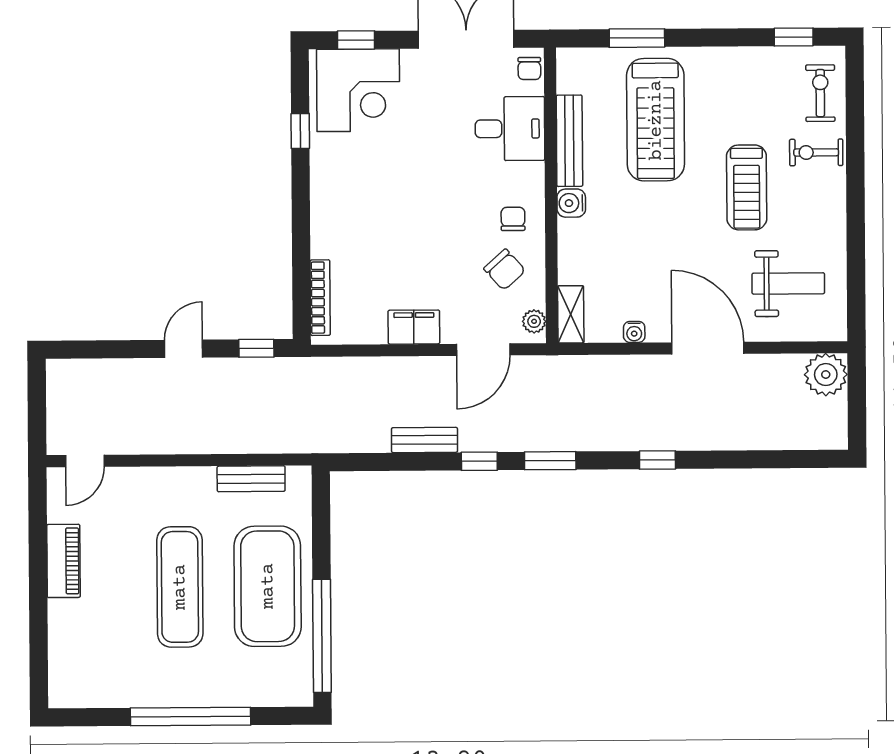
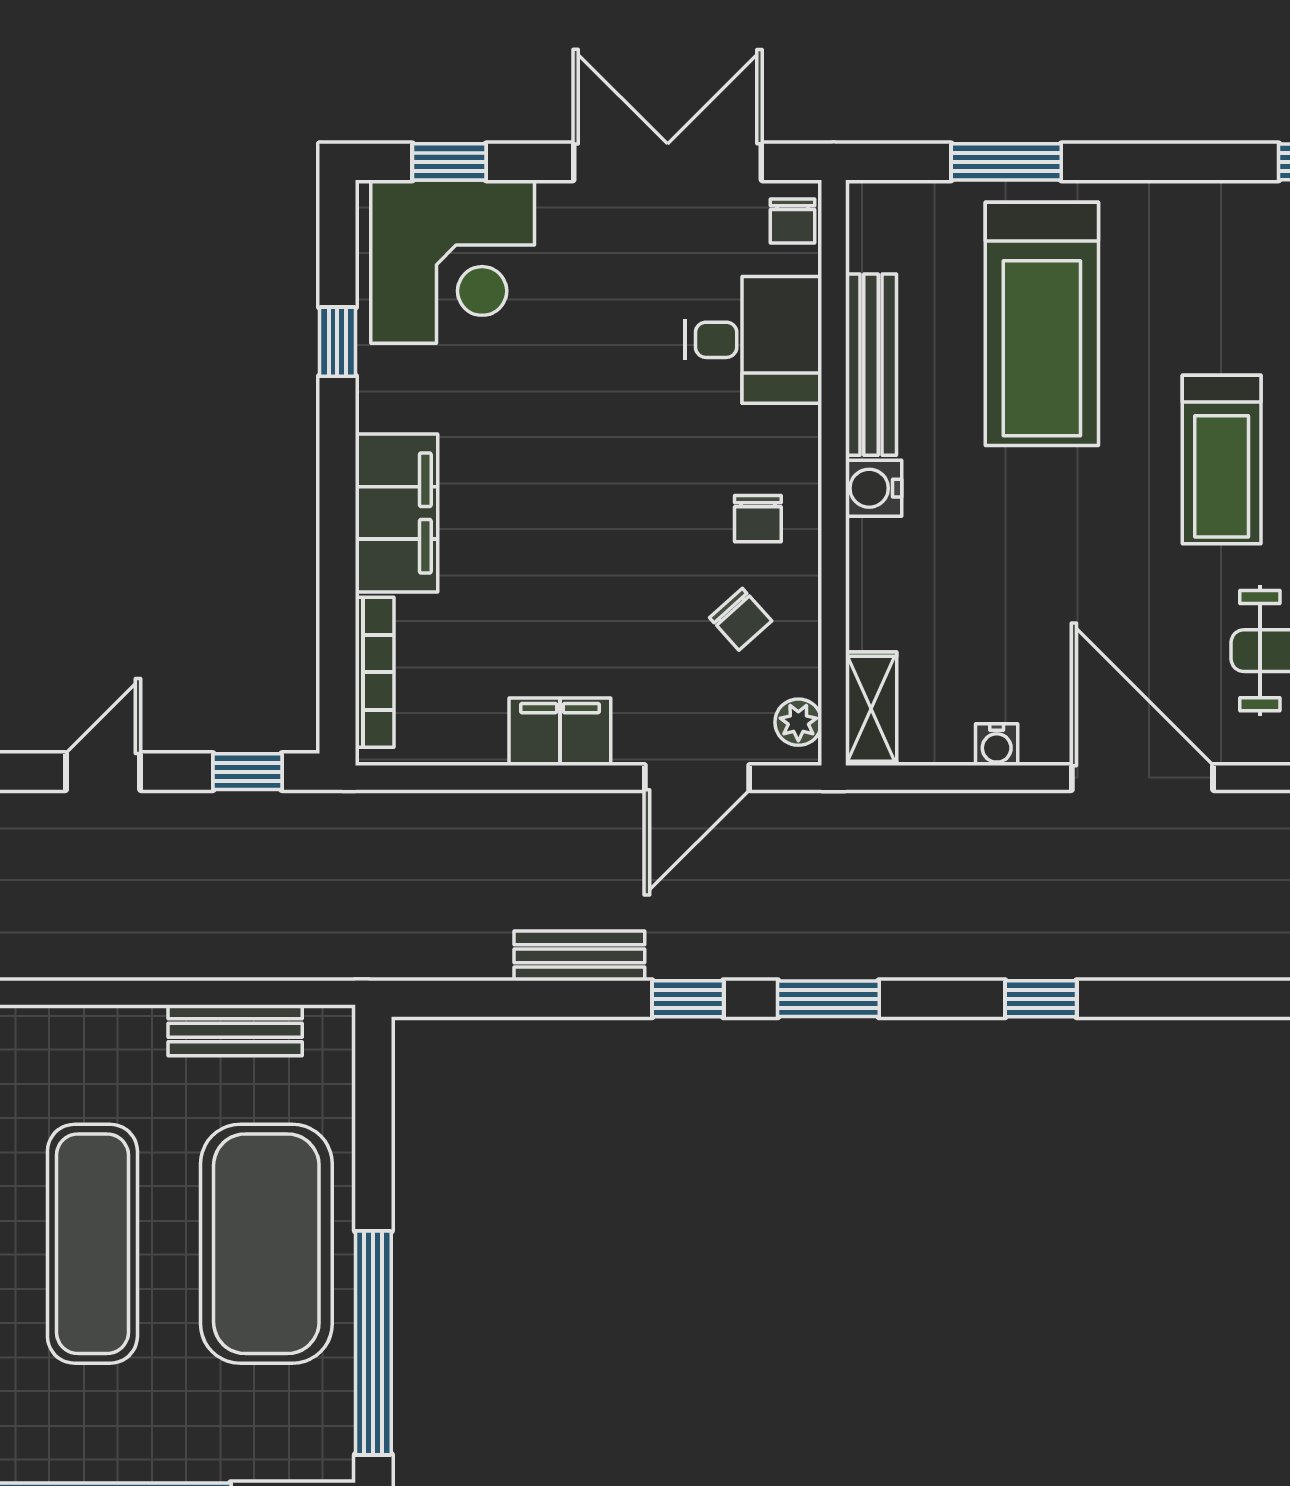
filing cabinet: (331, 217) -> (397, 513), added
chair: (513, 219) -> (758, 519), turned 180
chair: (505, 270) -> (741, 619), width x0.73, depth x0.73

